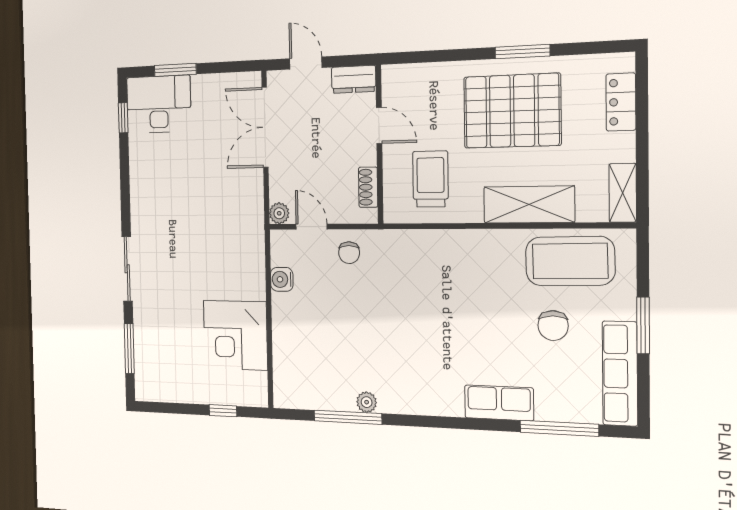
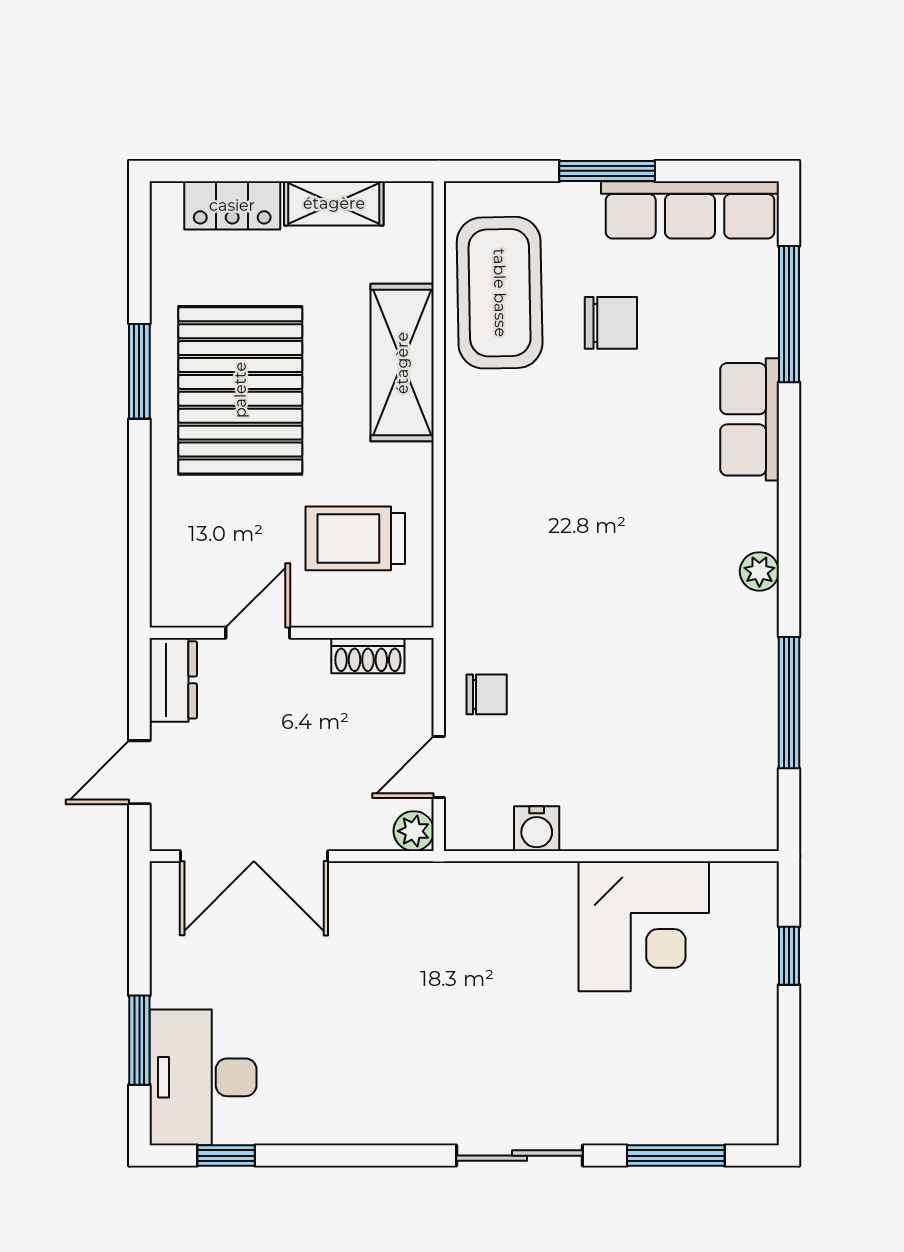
shelving: (623, 193) -> (334, 203), moved
plant: (367, 402) -> (759, 571), moved

